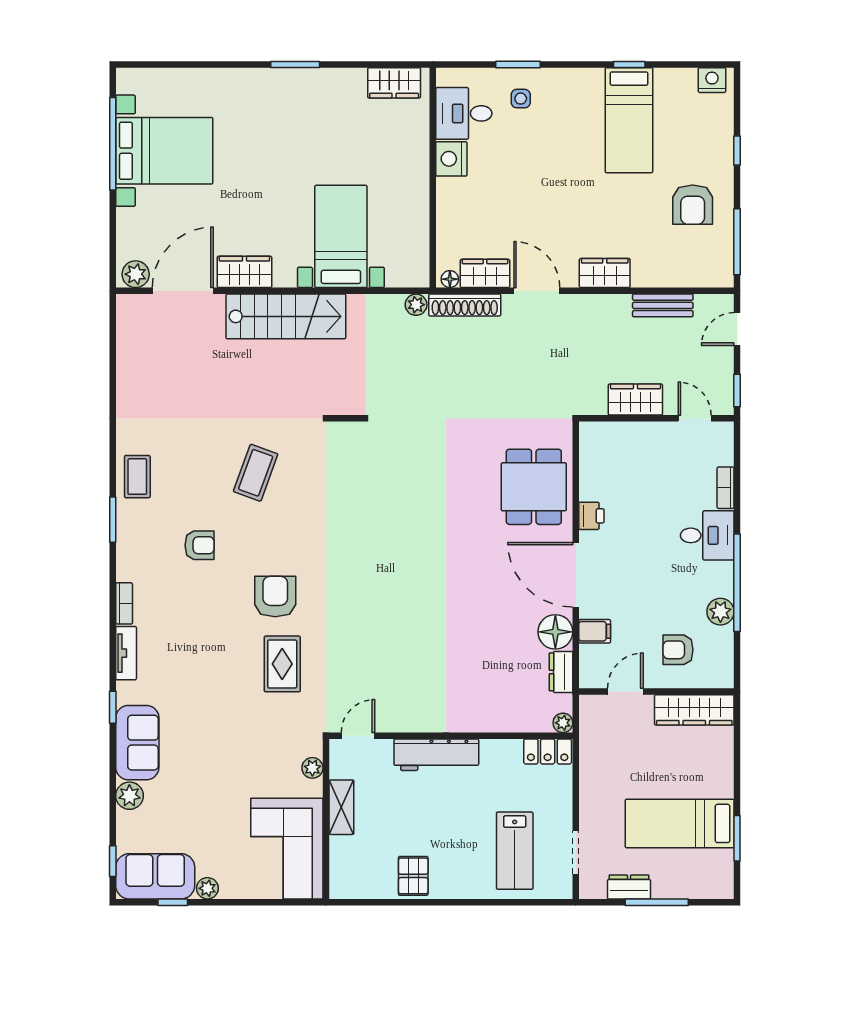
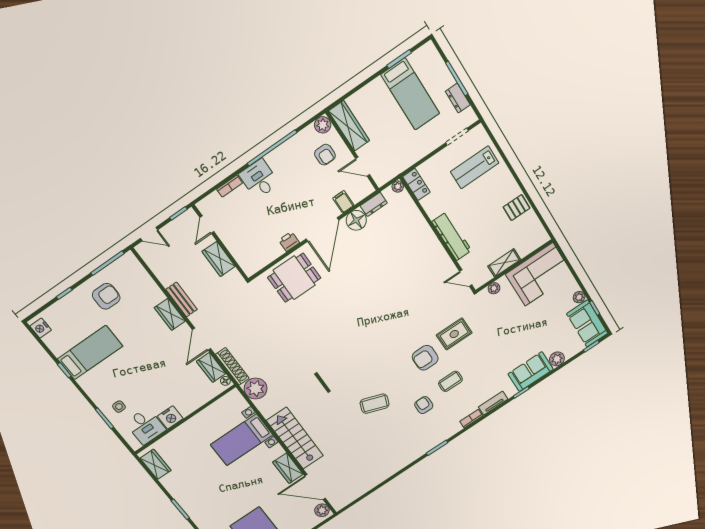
plant: (416, 305) -> (256, 389), width x1.88, depth x1.88
bench: (663, 305) -> (182, 299), moved
coffee table: (137, 477) -> (450, 381), moved
plant: (720, 612) -> (323, 125), moved
lab bench: (515, 851) -> (475, 167), turned 180

